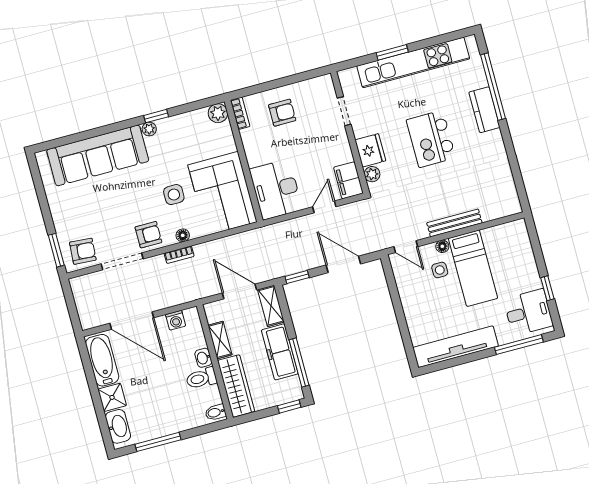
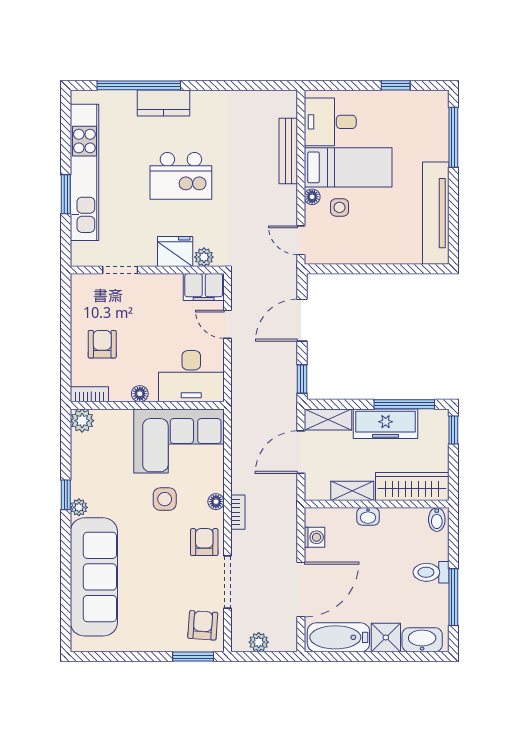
floor lamp: (251, 153) -> (140, 394), added
bench: (454, 223) -> (288, 151), moved
door: (406, 247) -> (301, 240), swing flipped
plant: (81, 299) -> (259, 642), added
desk: (528, 312) -> (330, 122), moved, turned -90
toilet: (201, 378) -> (431, 572), moved, turned 90

